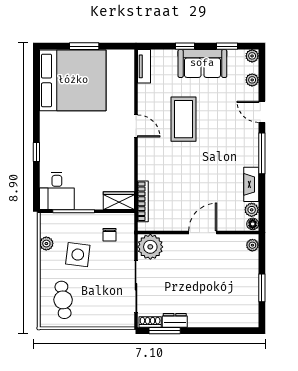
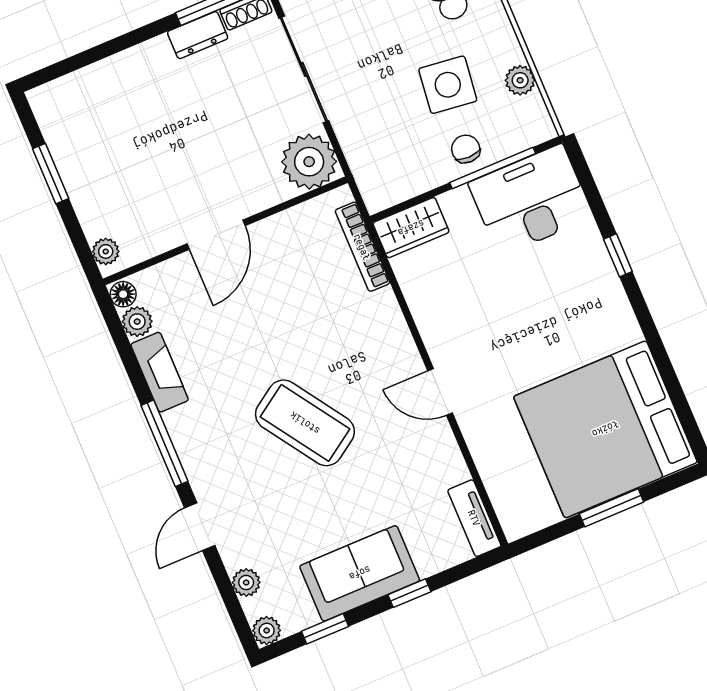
door: (262, 112) -> (200, 527), swing flipped
coffee table: (184, 119) -> (305, 423), moved, turned -34
desk: (57, 191) -> (531, 200), width x1.37
chair: (110, 235) -> (466, 149), moved

